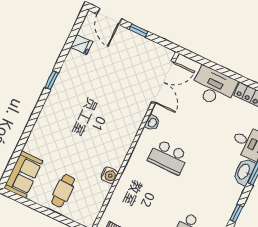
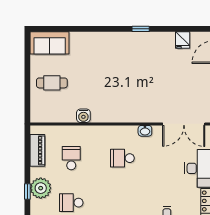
school desk: (168, 157) -> (122, 158), width x0.54
school desk: (145, 206) -> (71, 158), added

